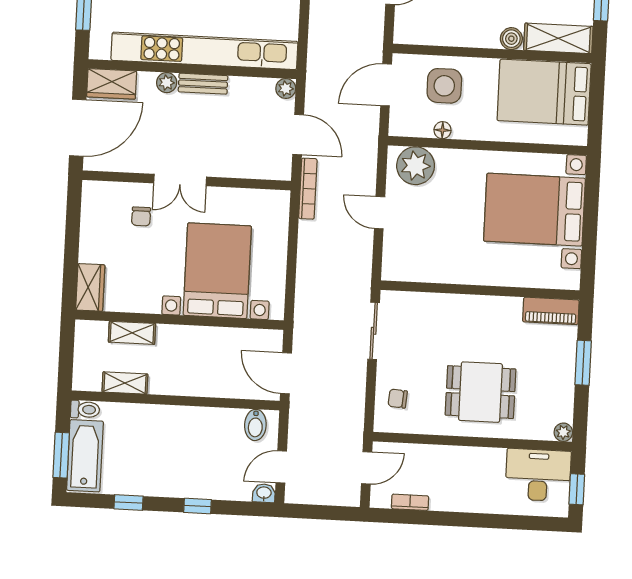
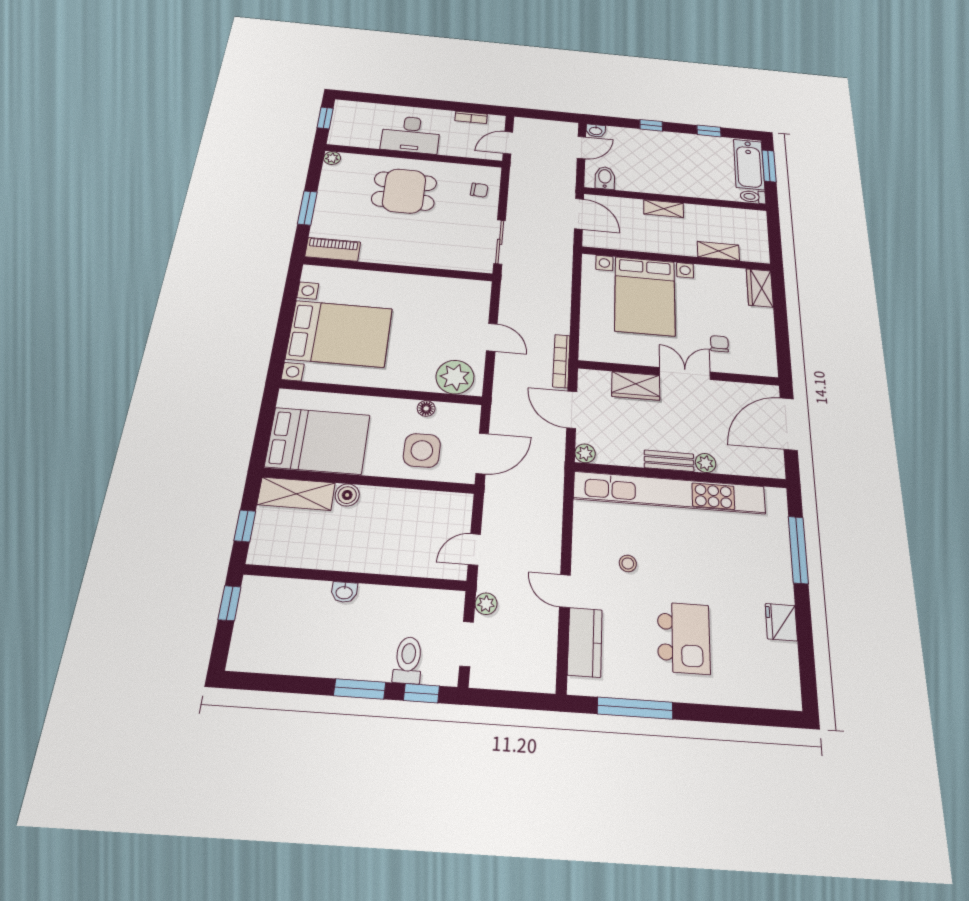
wardrobe: (112, 84) -> (636, 386), moved, turned 180
shelving: (125, 383) -> (664, 209), moved
desk: (538, 475) -> (411, 135), moved

